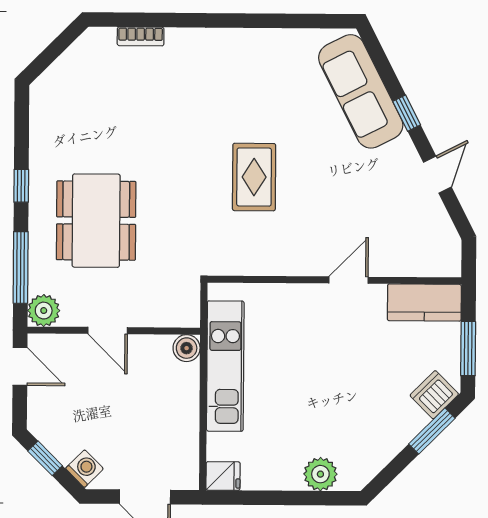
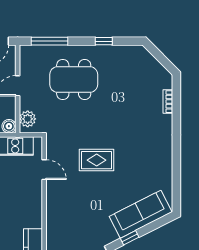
window: (21, 186) -> (104, 41), moved
door: (348, 280) -> (44, 170), moved
plant: (44, 311) -> (28, 119), moved

